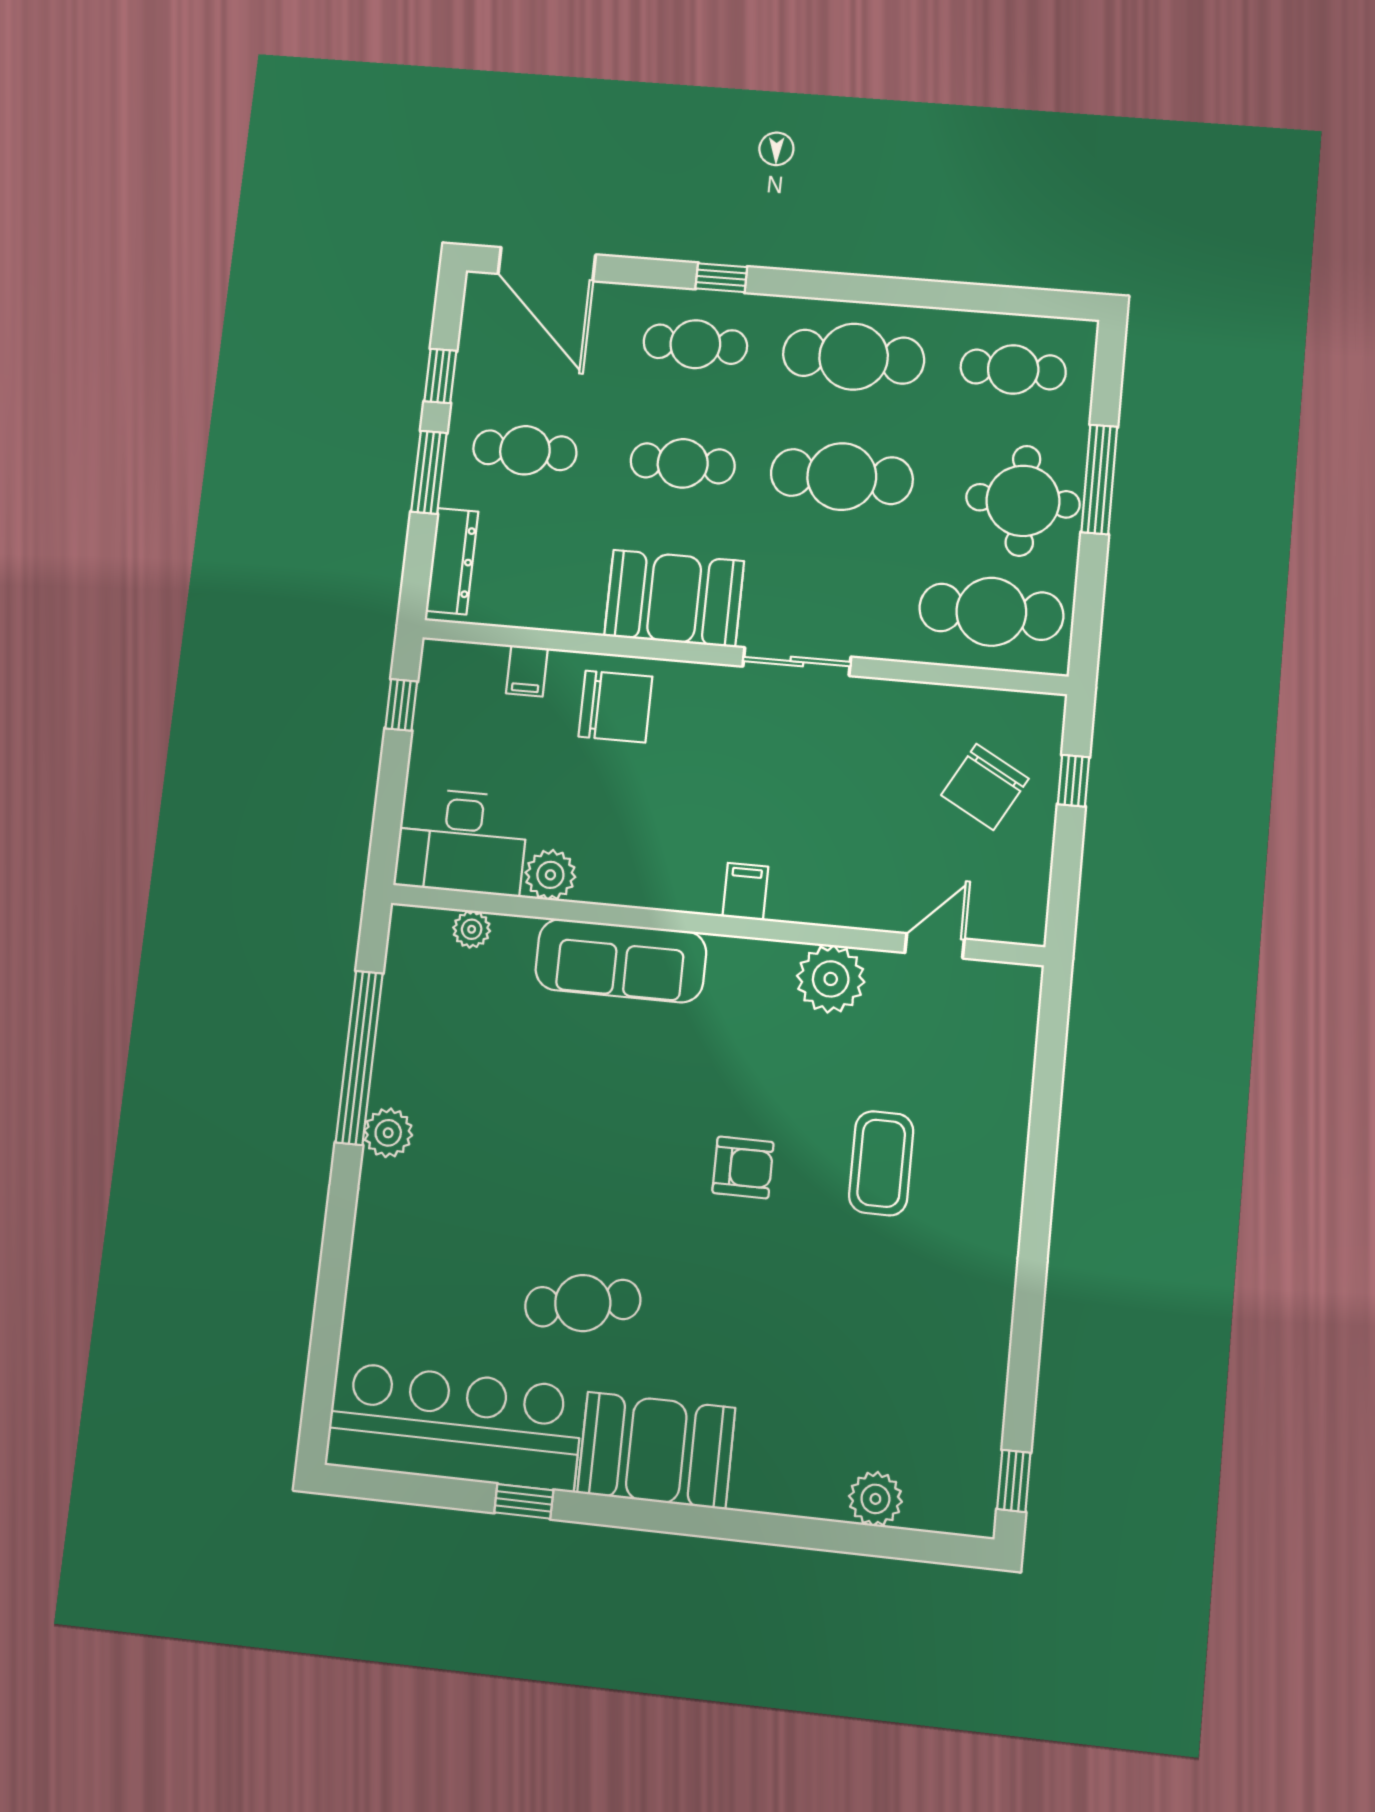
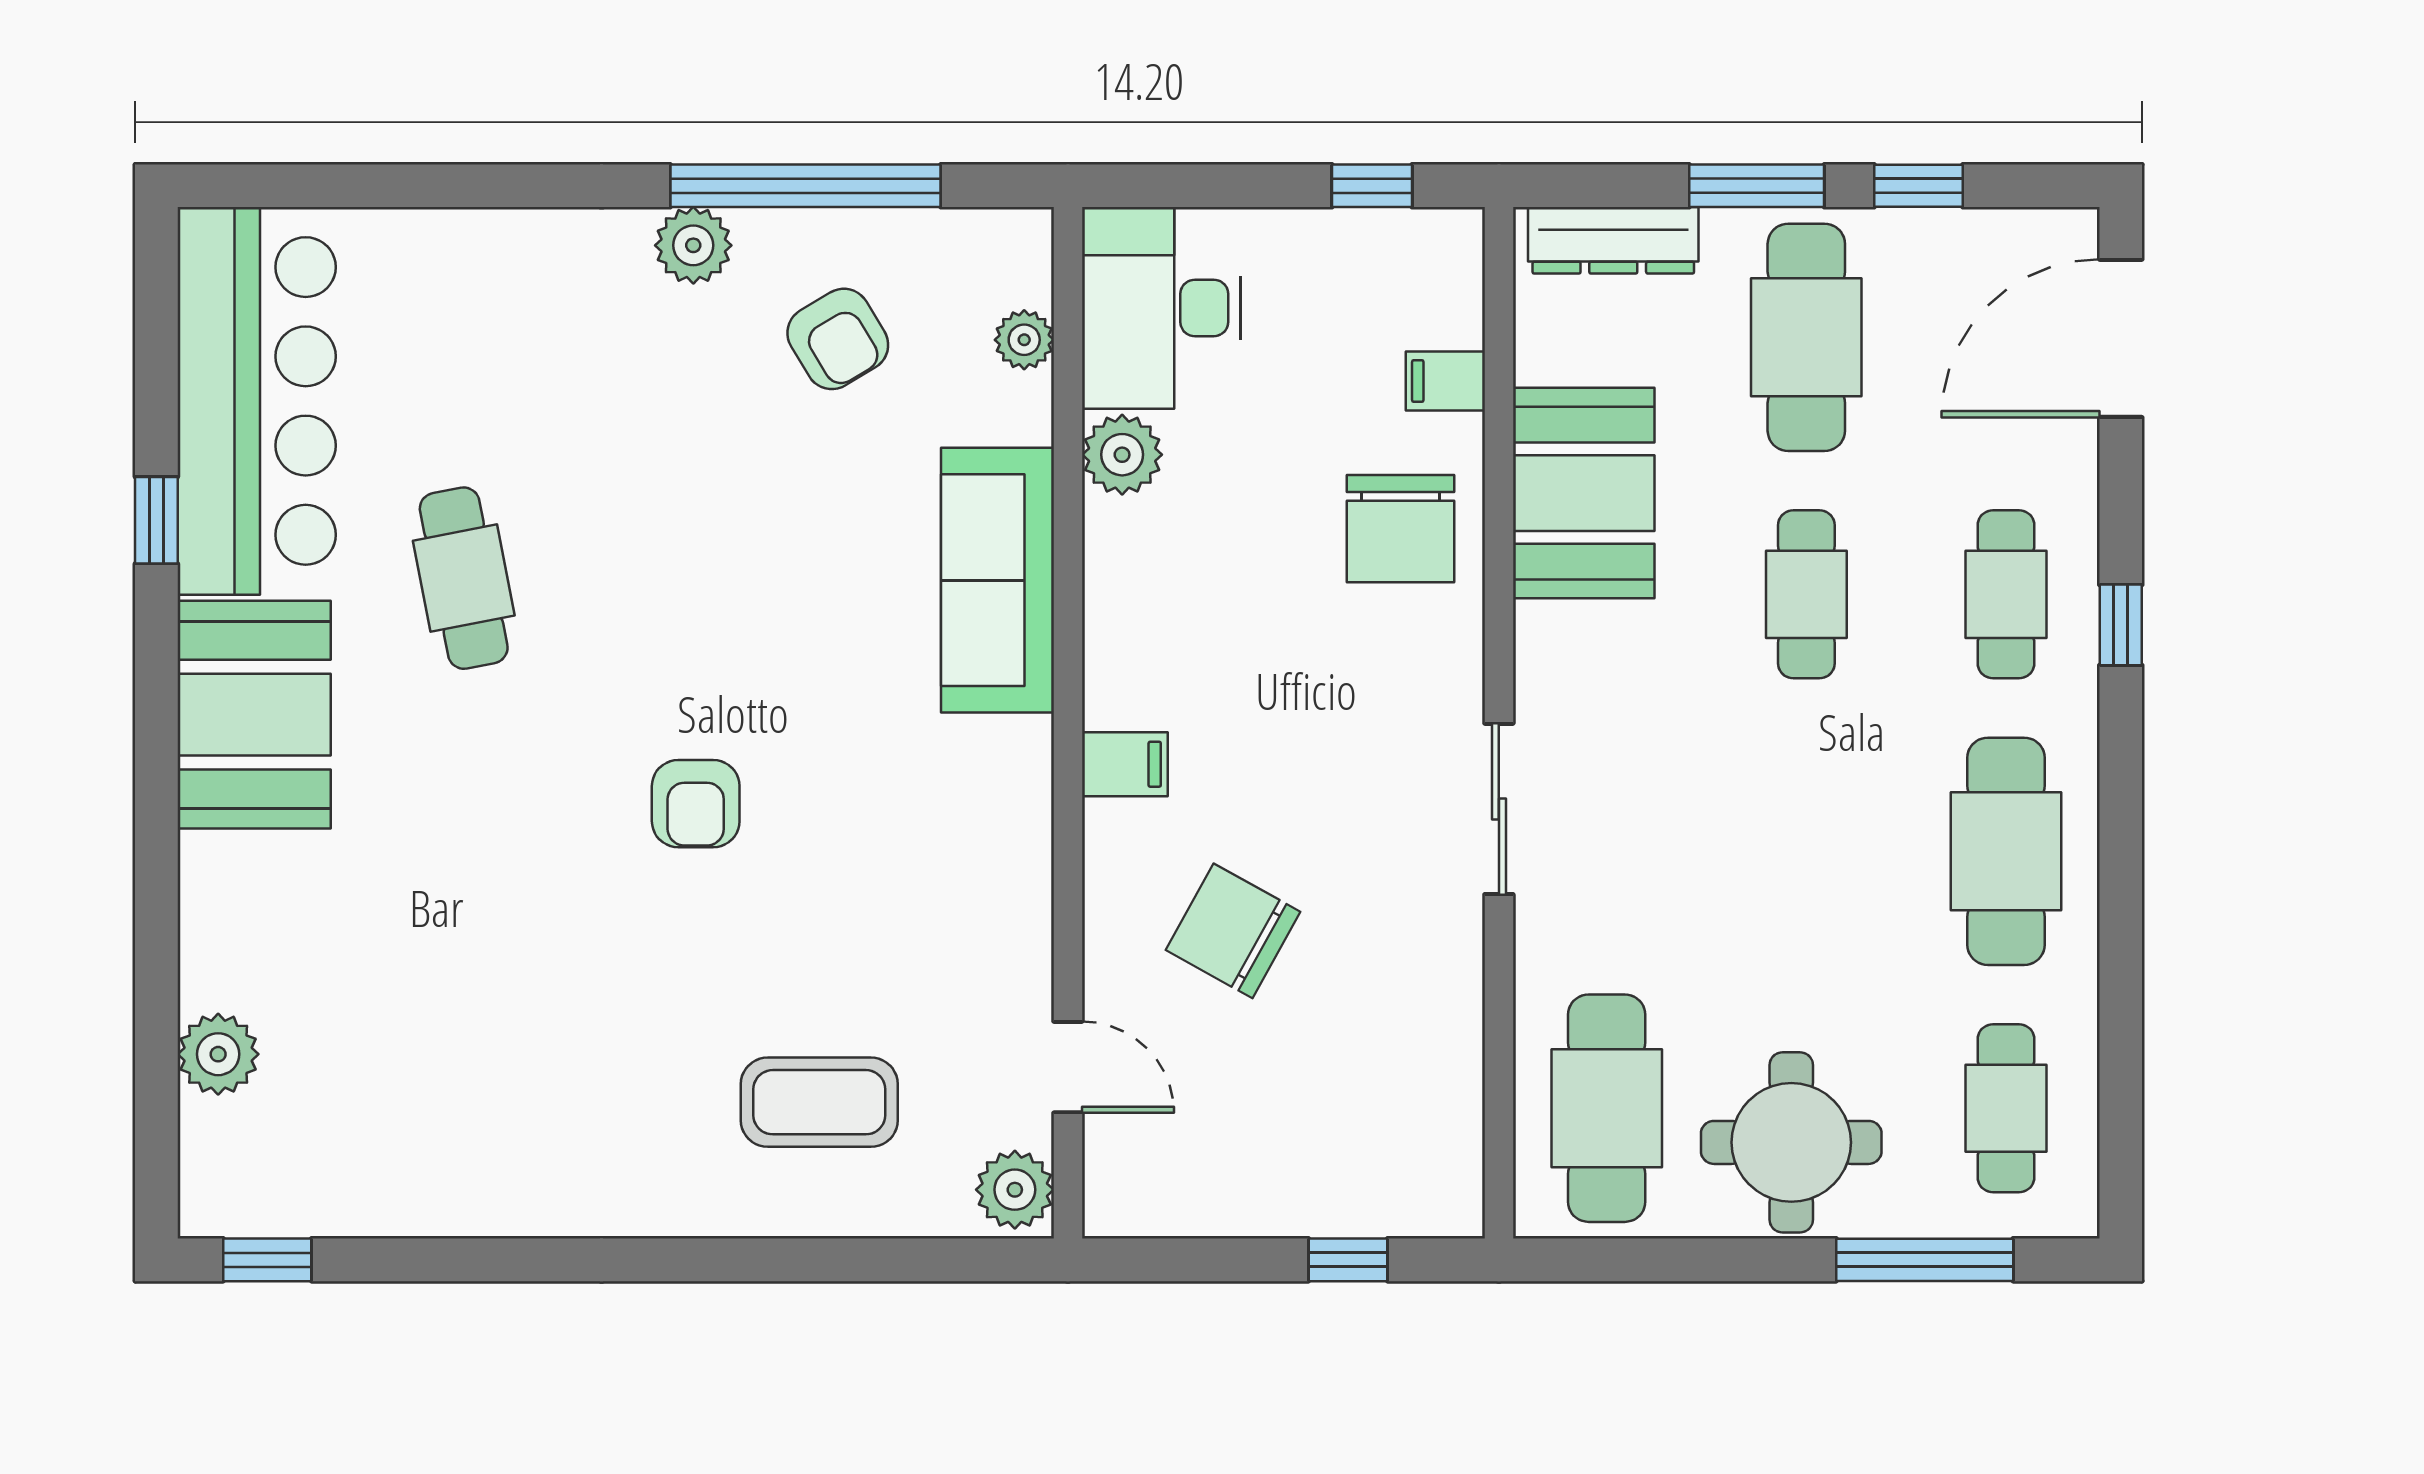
cafe table: (525, 450) -> (1806, 337), width x1.37, depth x1.35
cafe table: (842, 477) -> (1806, 851), removed
window: (1099, 479) -> (1925, 1260), moved
booth: (674, 598) -> (1584, 493), moved
chair: (985, 787) -> (1233, 931), moved
plant: (831, 979) -> (1015, 1190), moved, width x0.73, depth x0.73
armchair: (458, 1047) -> (838, 339), added
coffee table: (881, 1163) -> (819, 1102), moved

